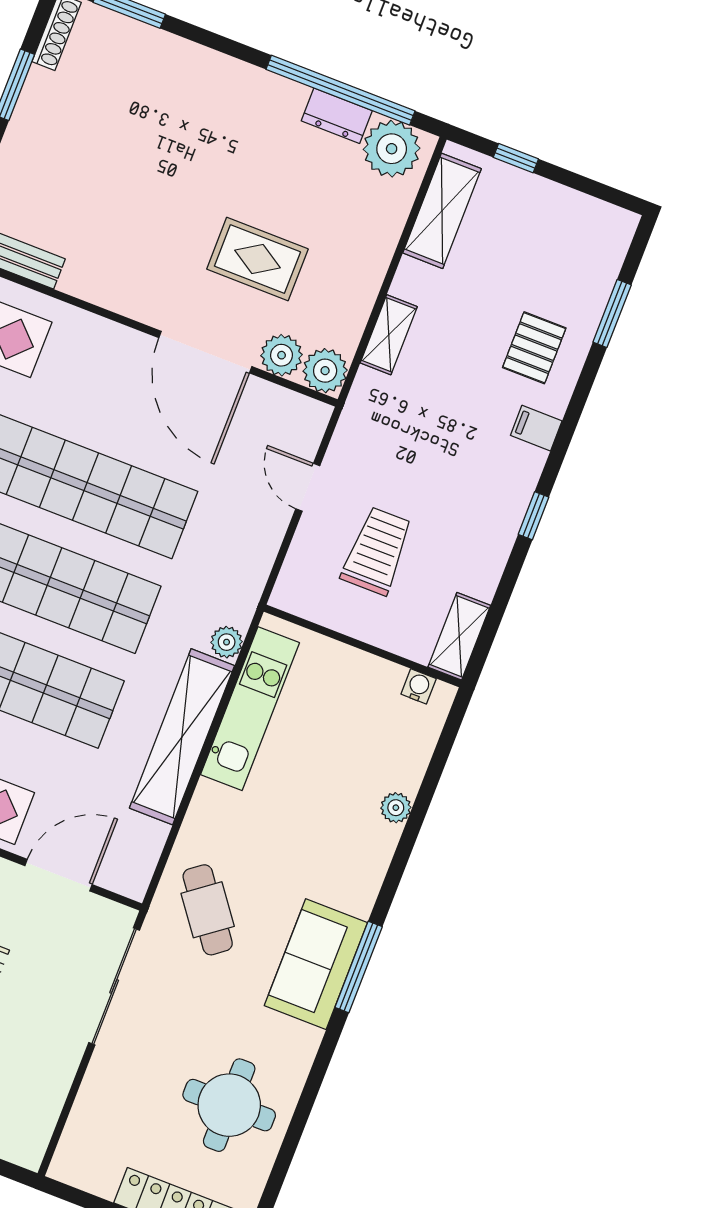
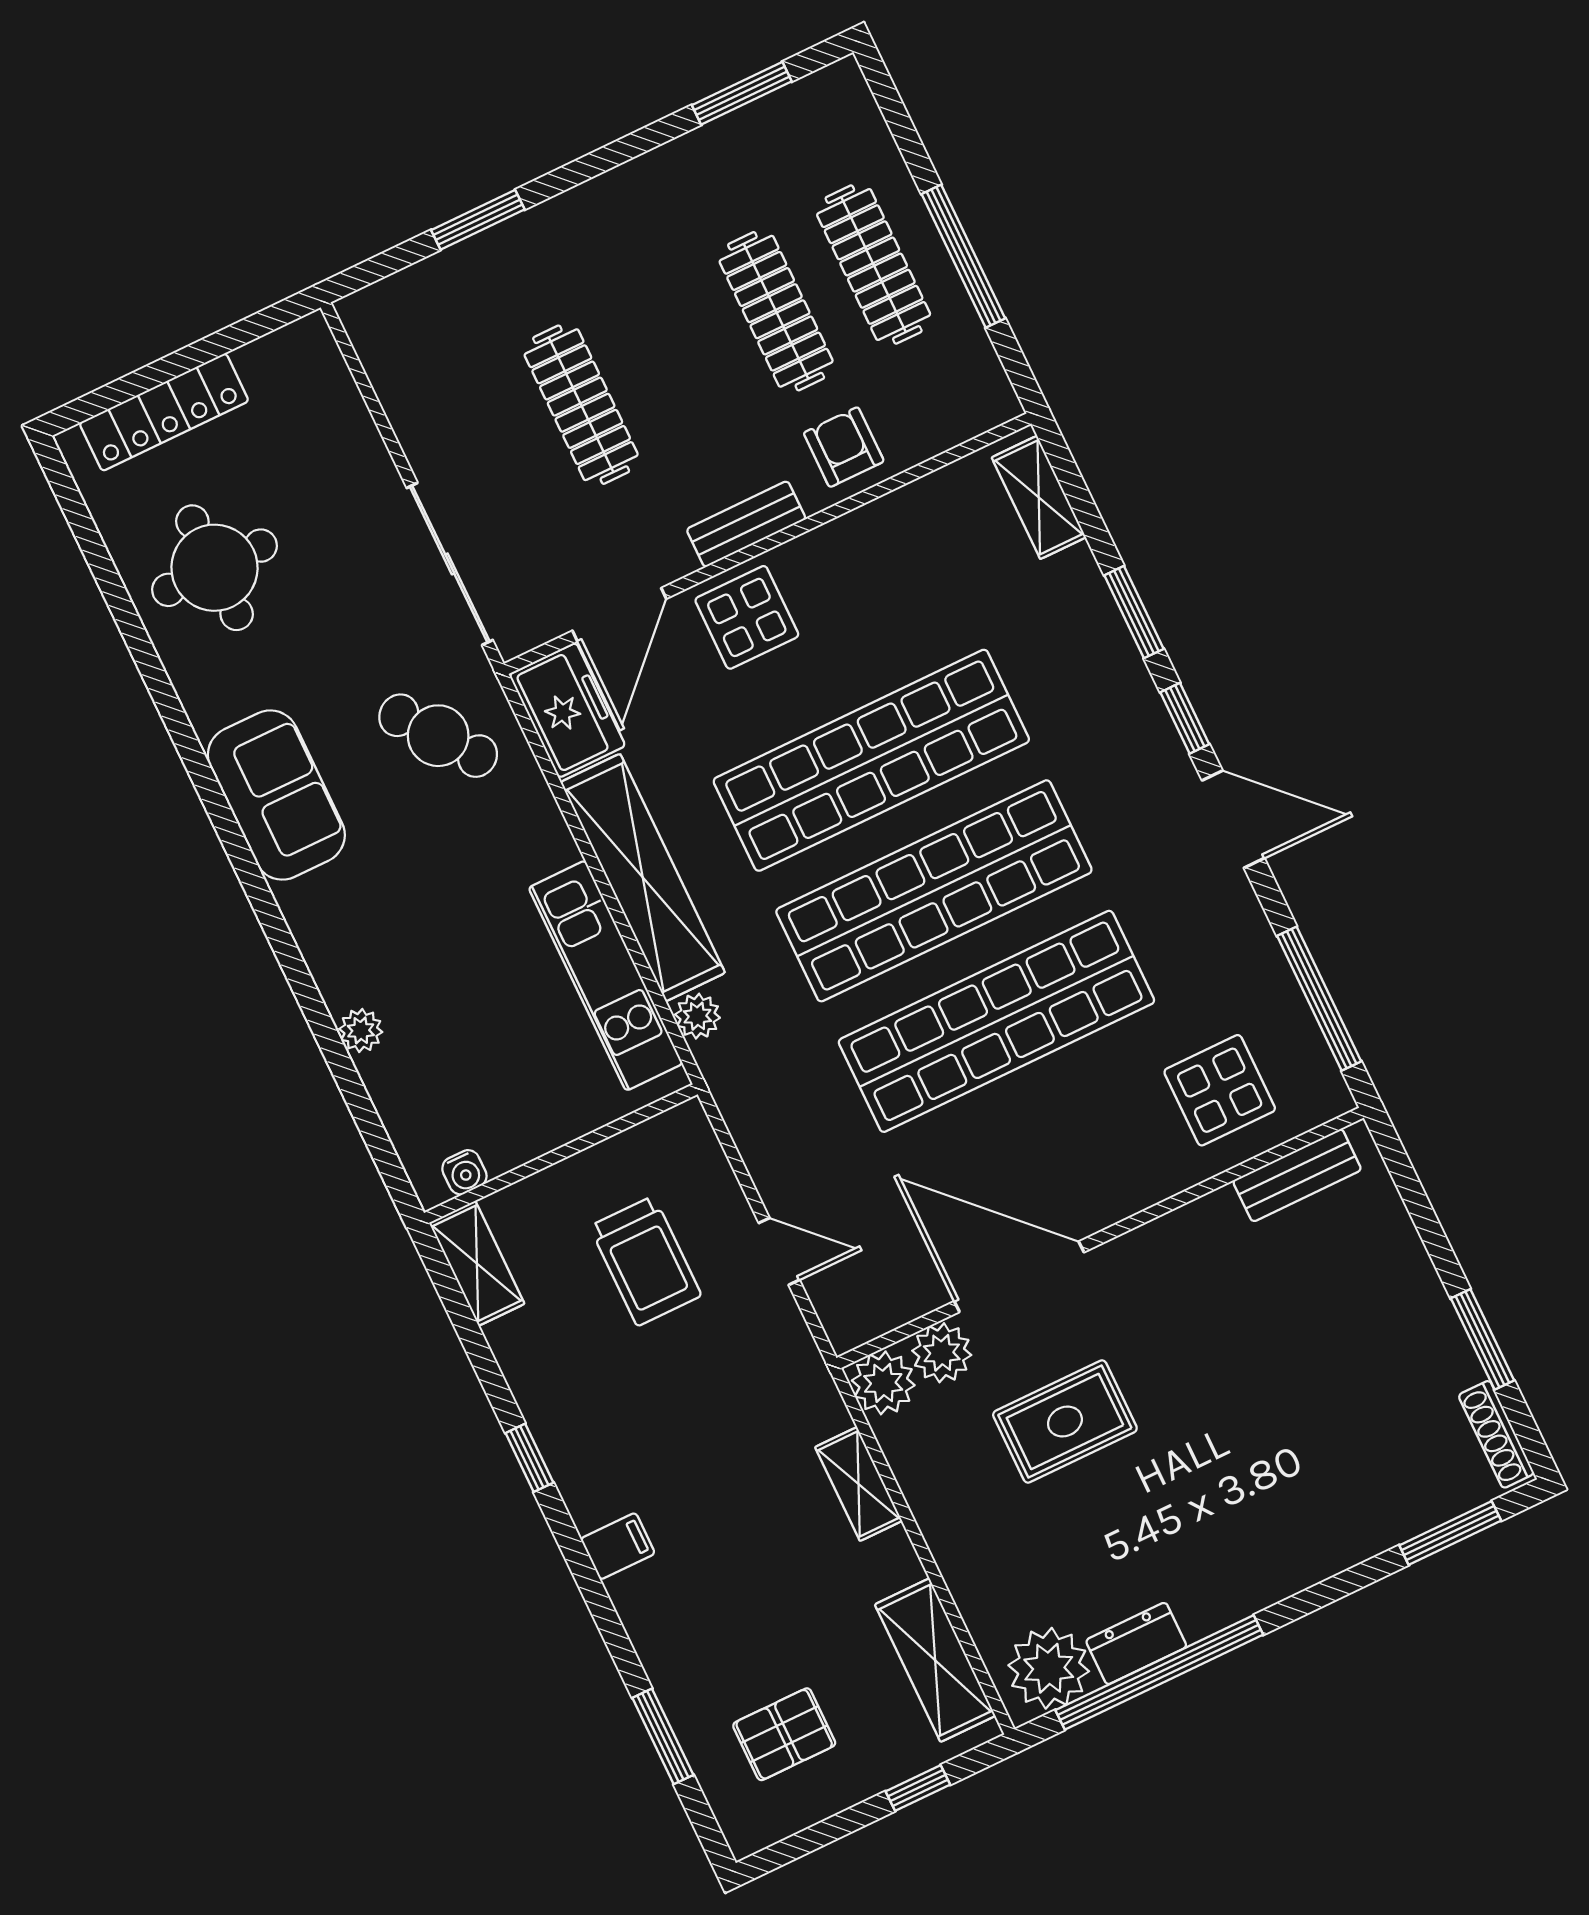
pallet: (534, 348) -> (784, 1734), moved, turned 90
freezer: (133, 856) -> (567, 710), added
window: (359, 967) -> (232, 837), removed

